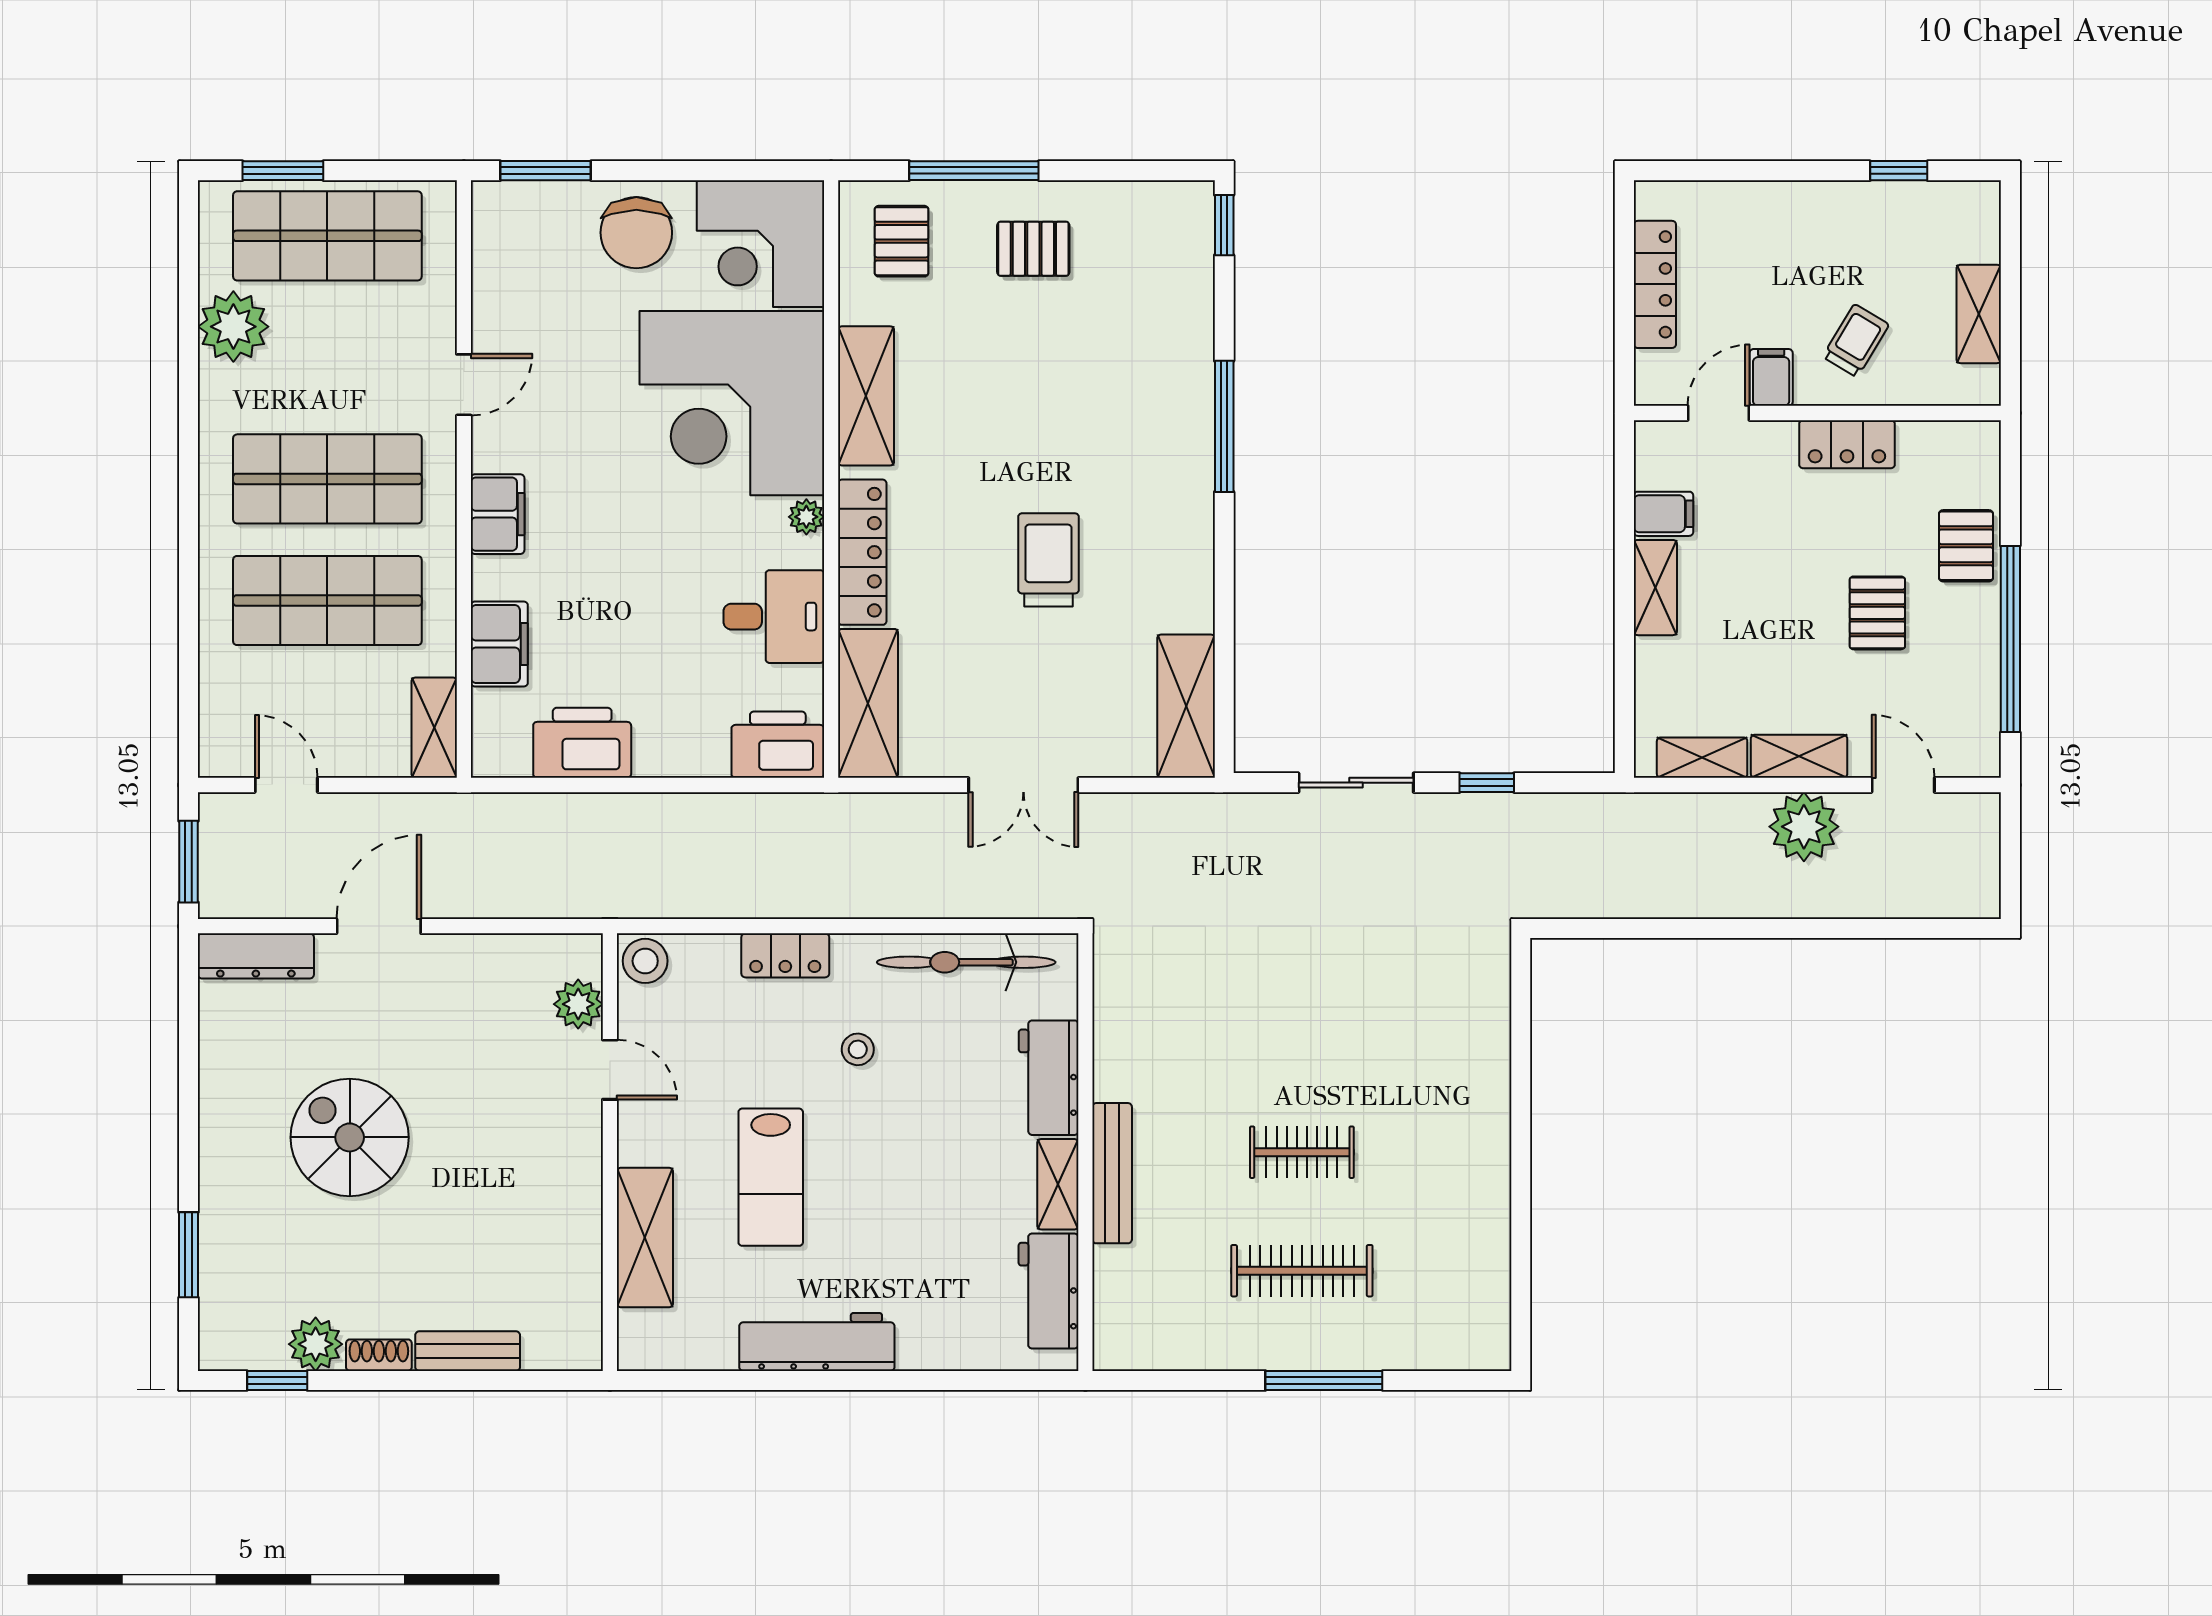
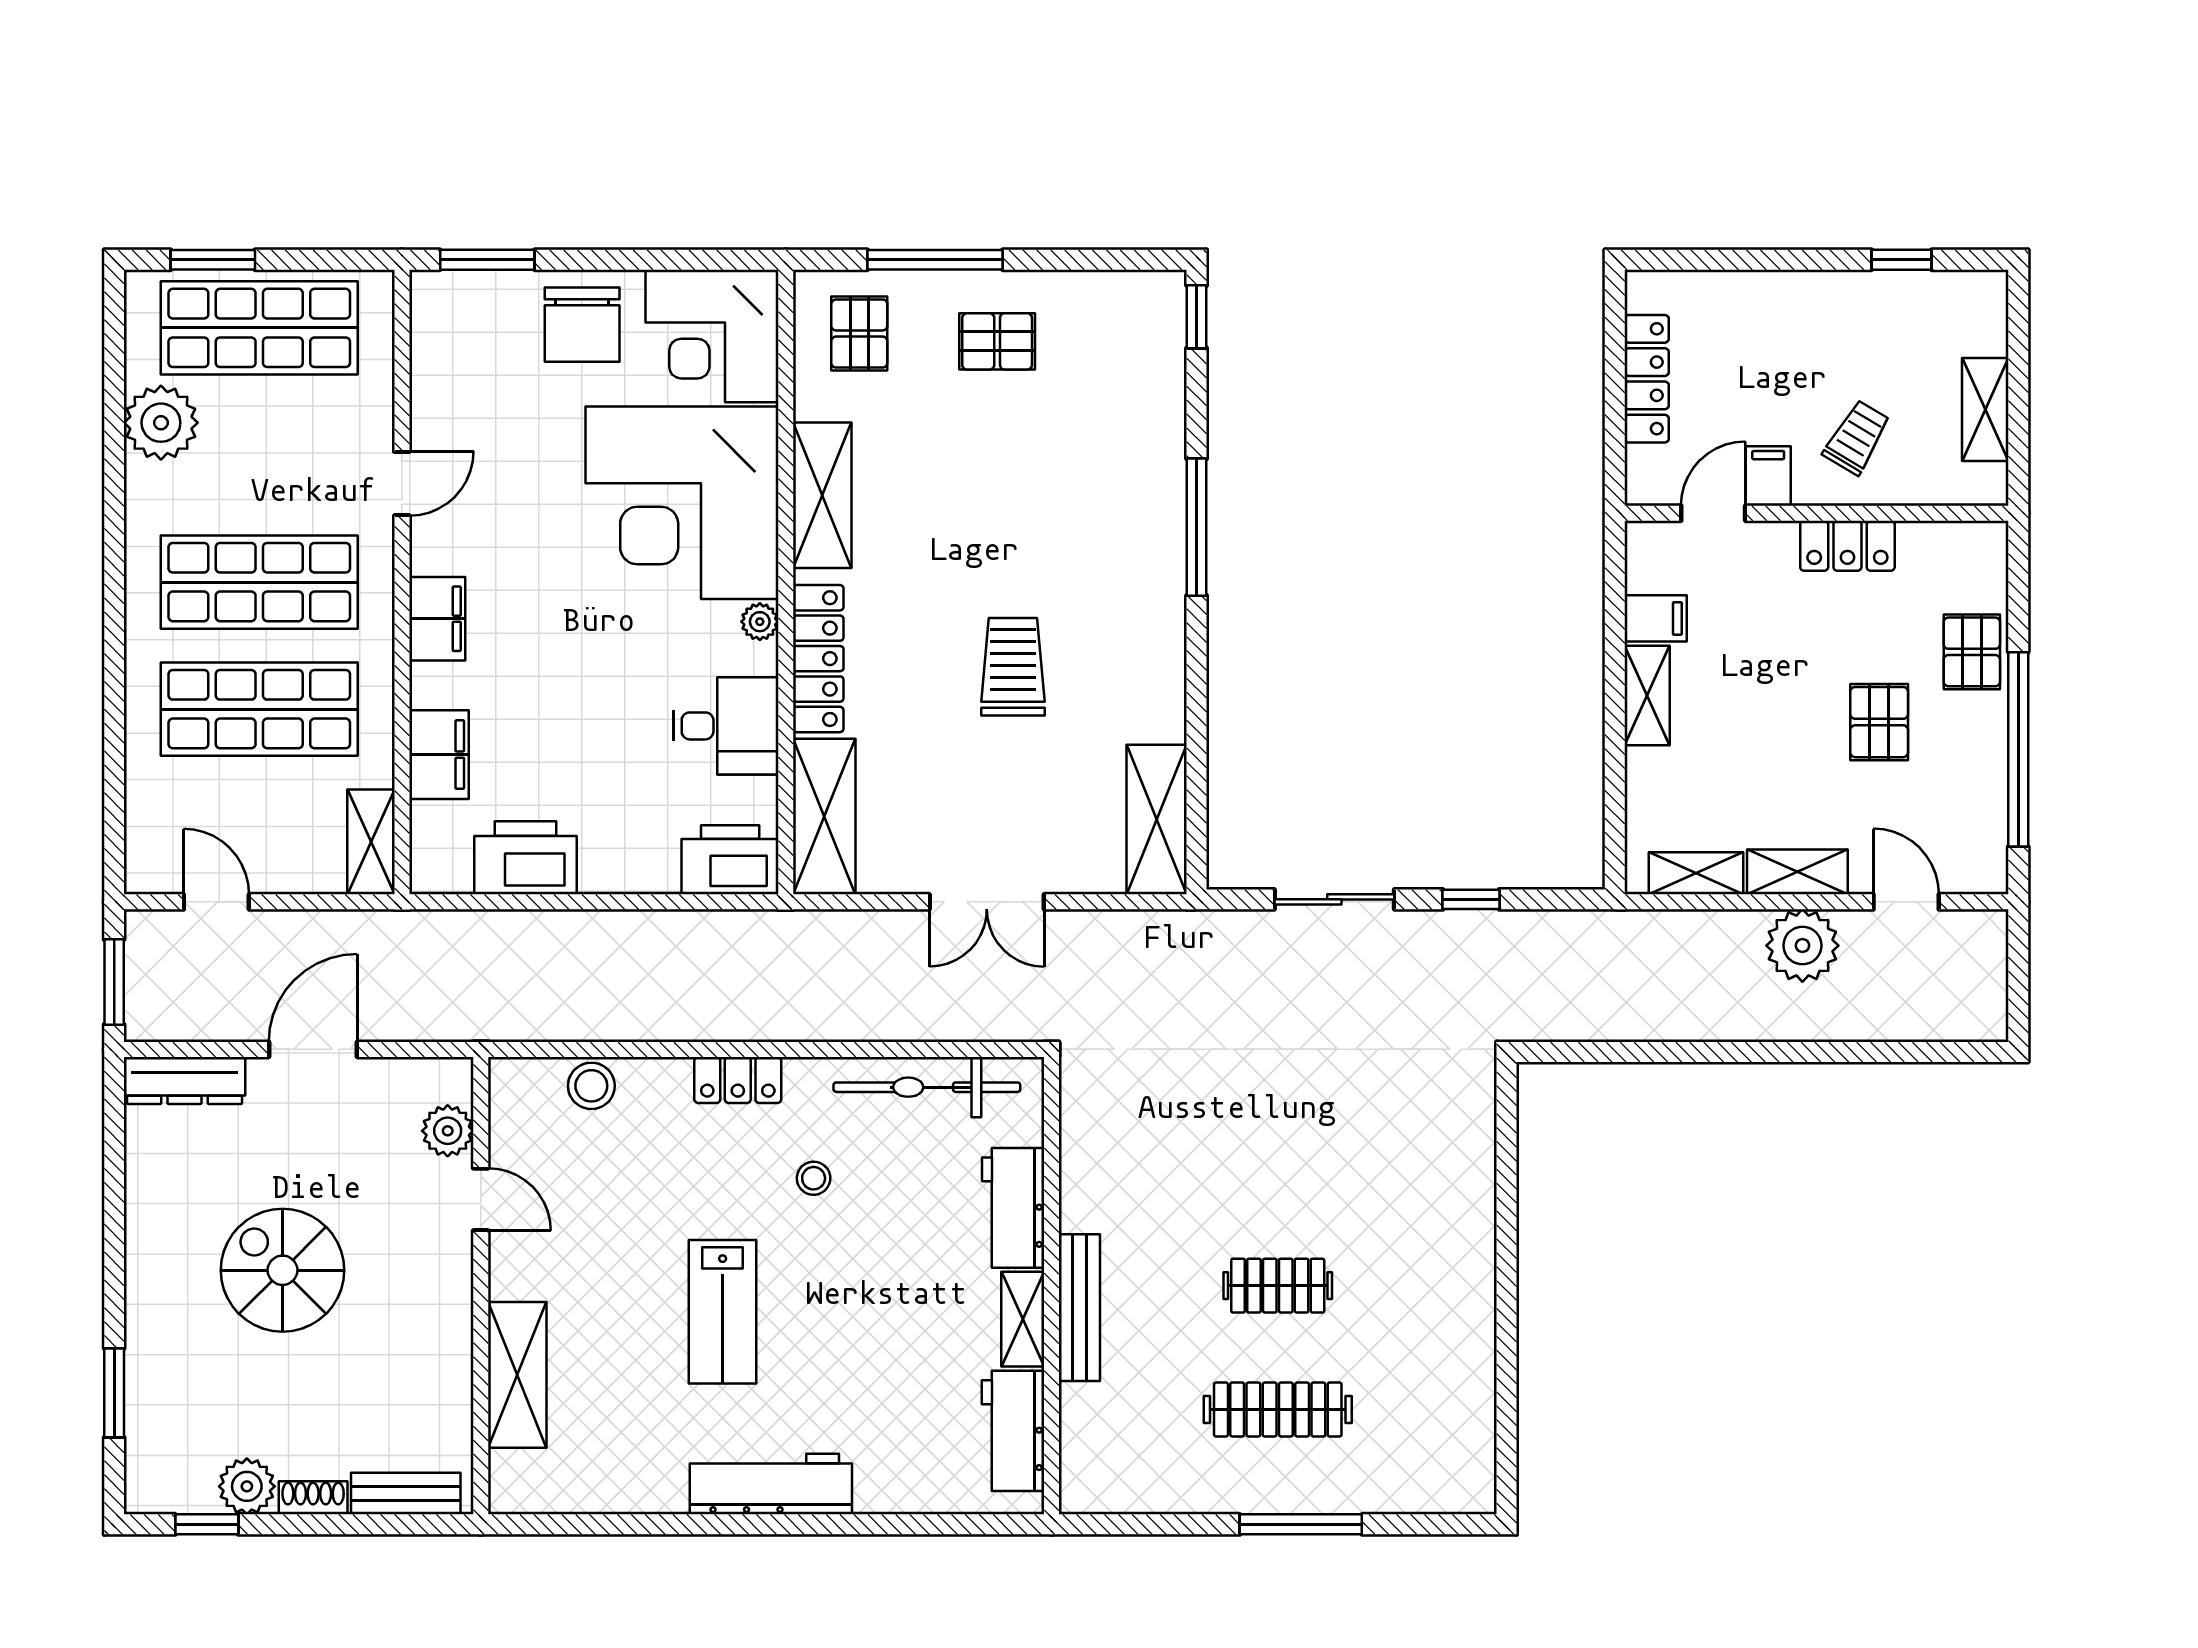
plant: (578, 1004) -> (448, 1131), moved
door: (610, 1070) -> (481, 1199), moved
wall: (610, 1152) -> (481, 1286), moved
shelving: (645, 1238) -> (517, 1375), moved

